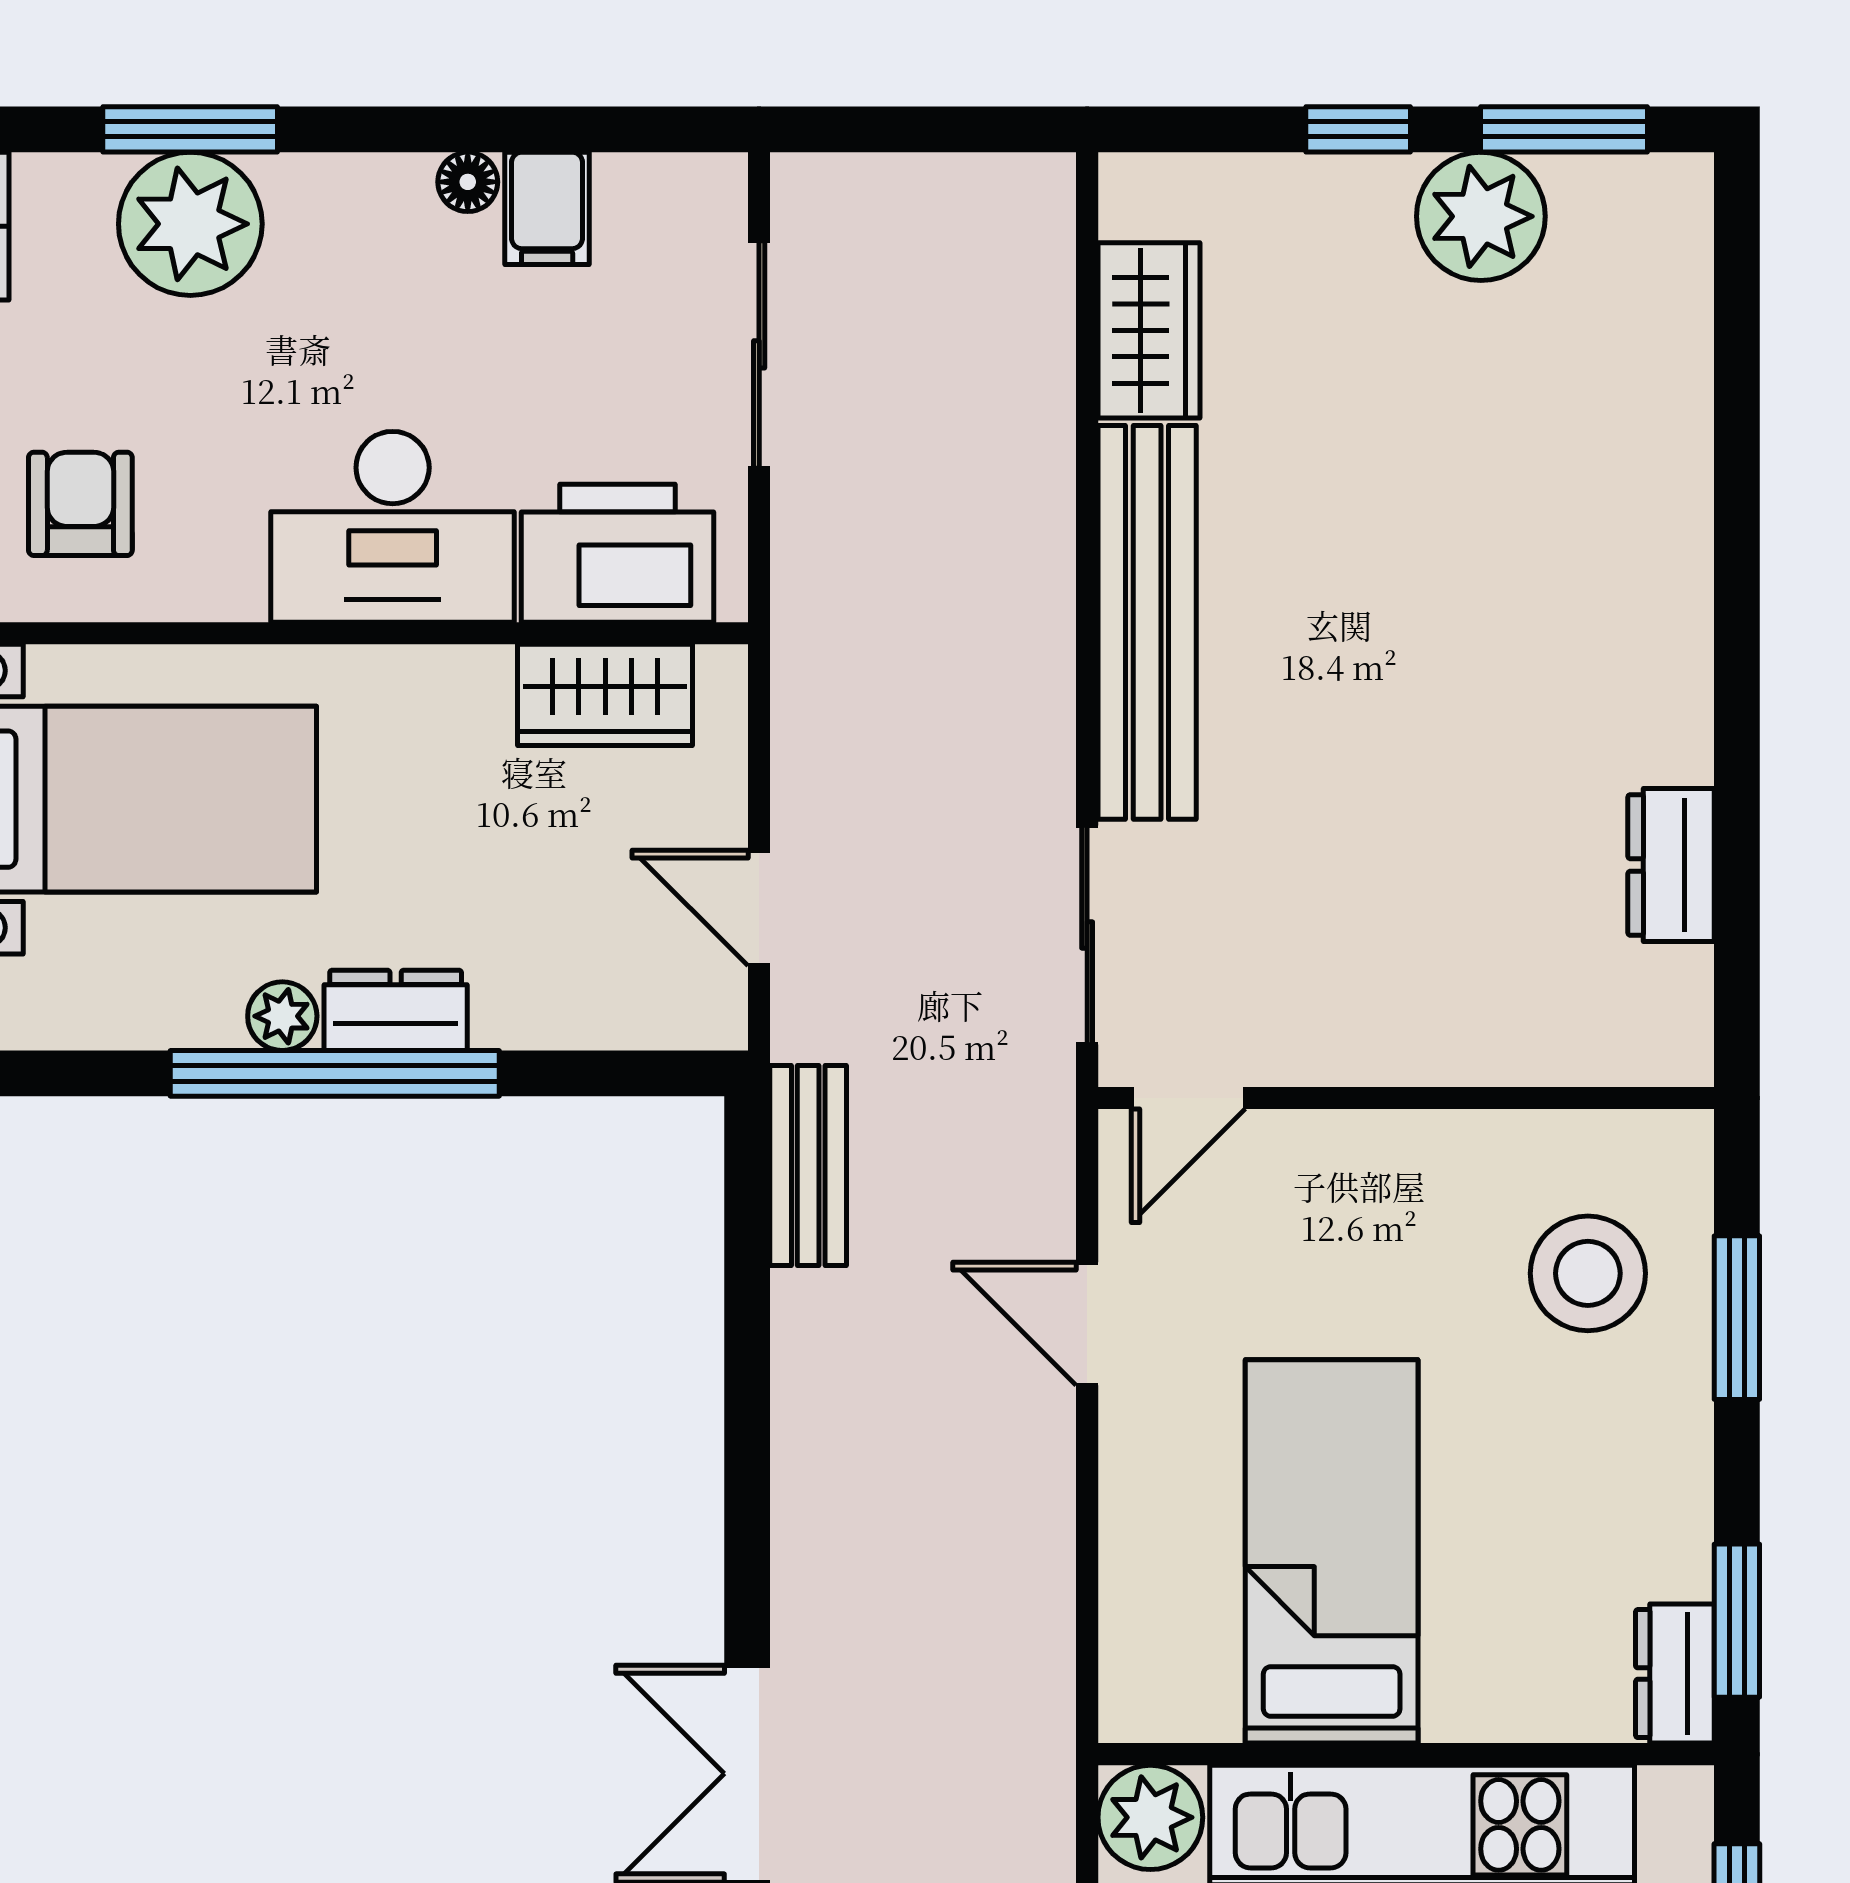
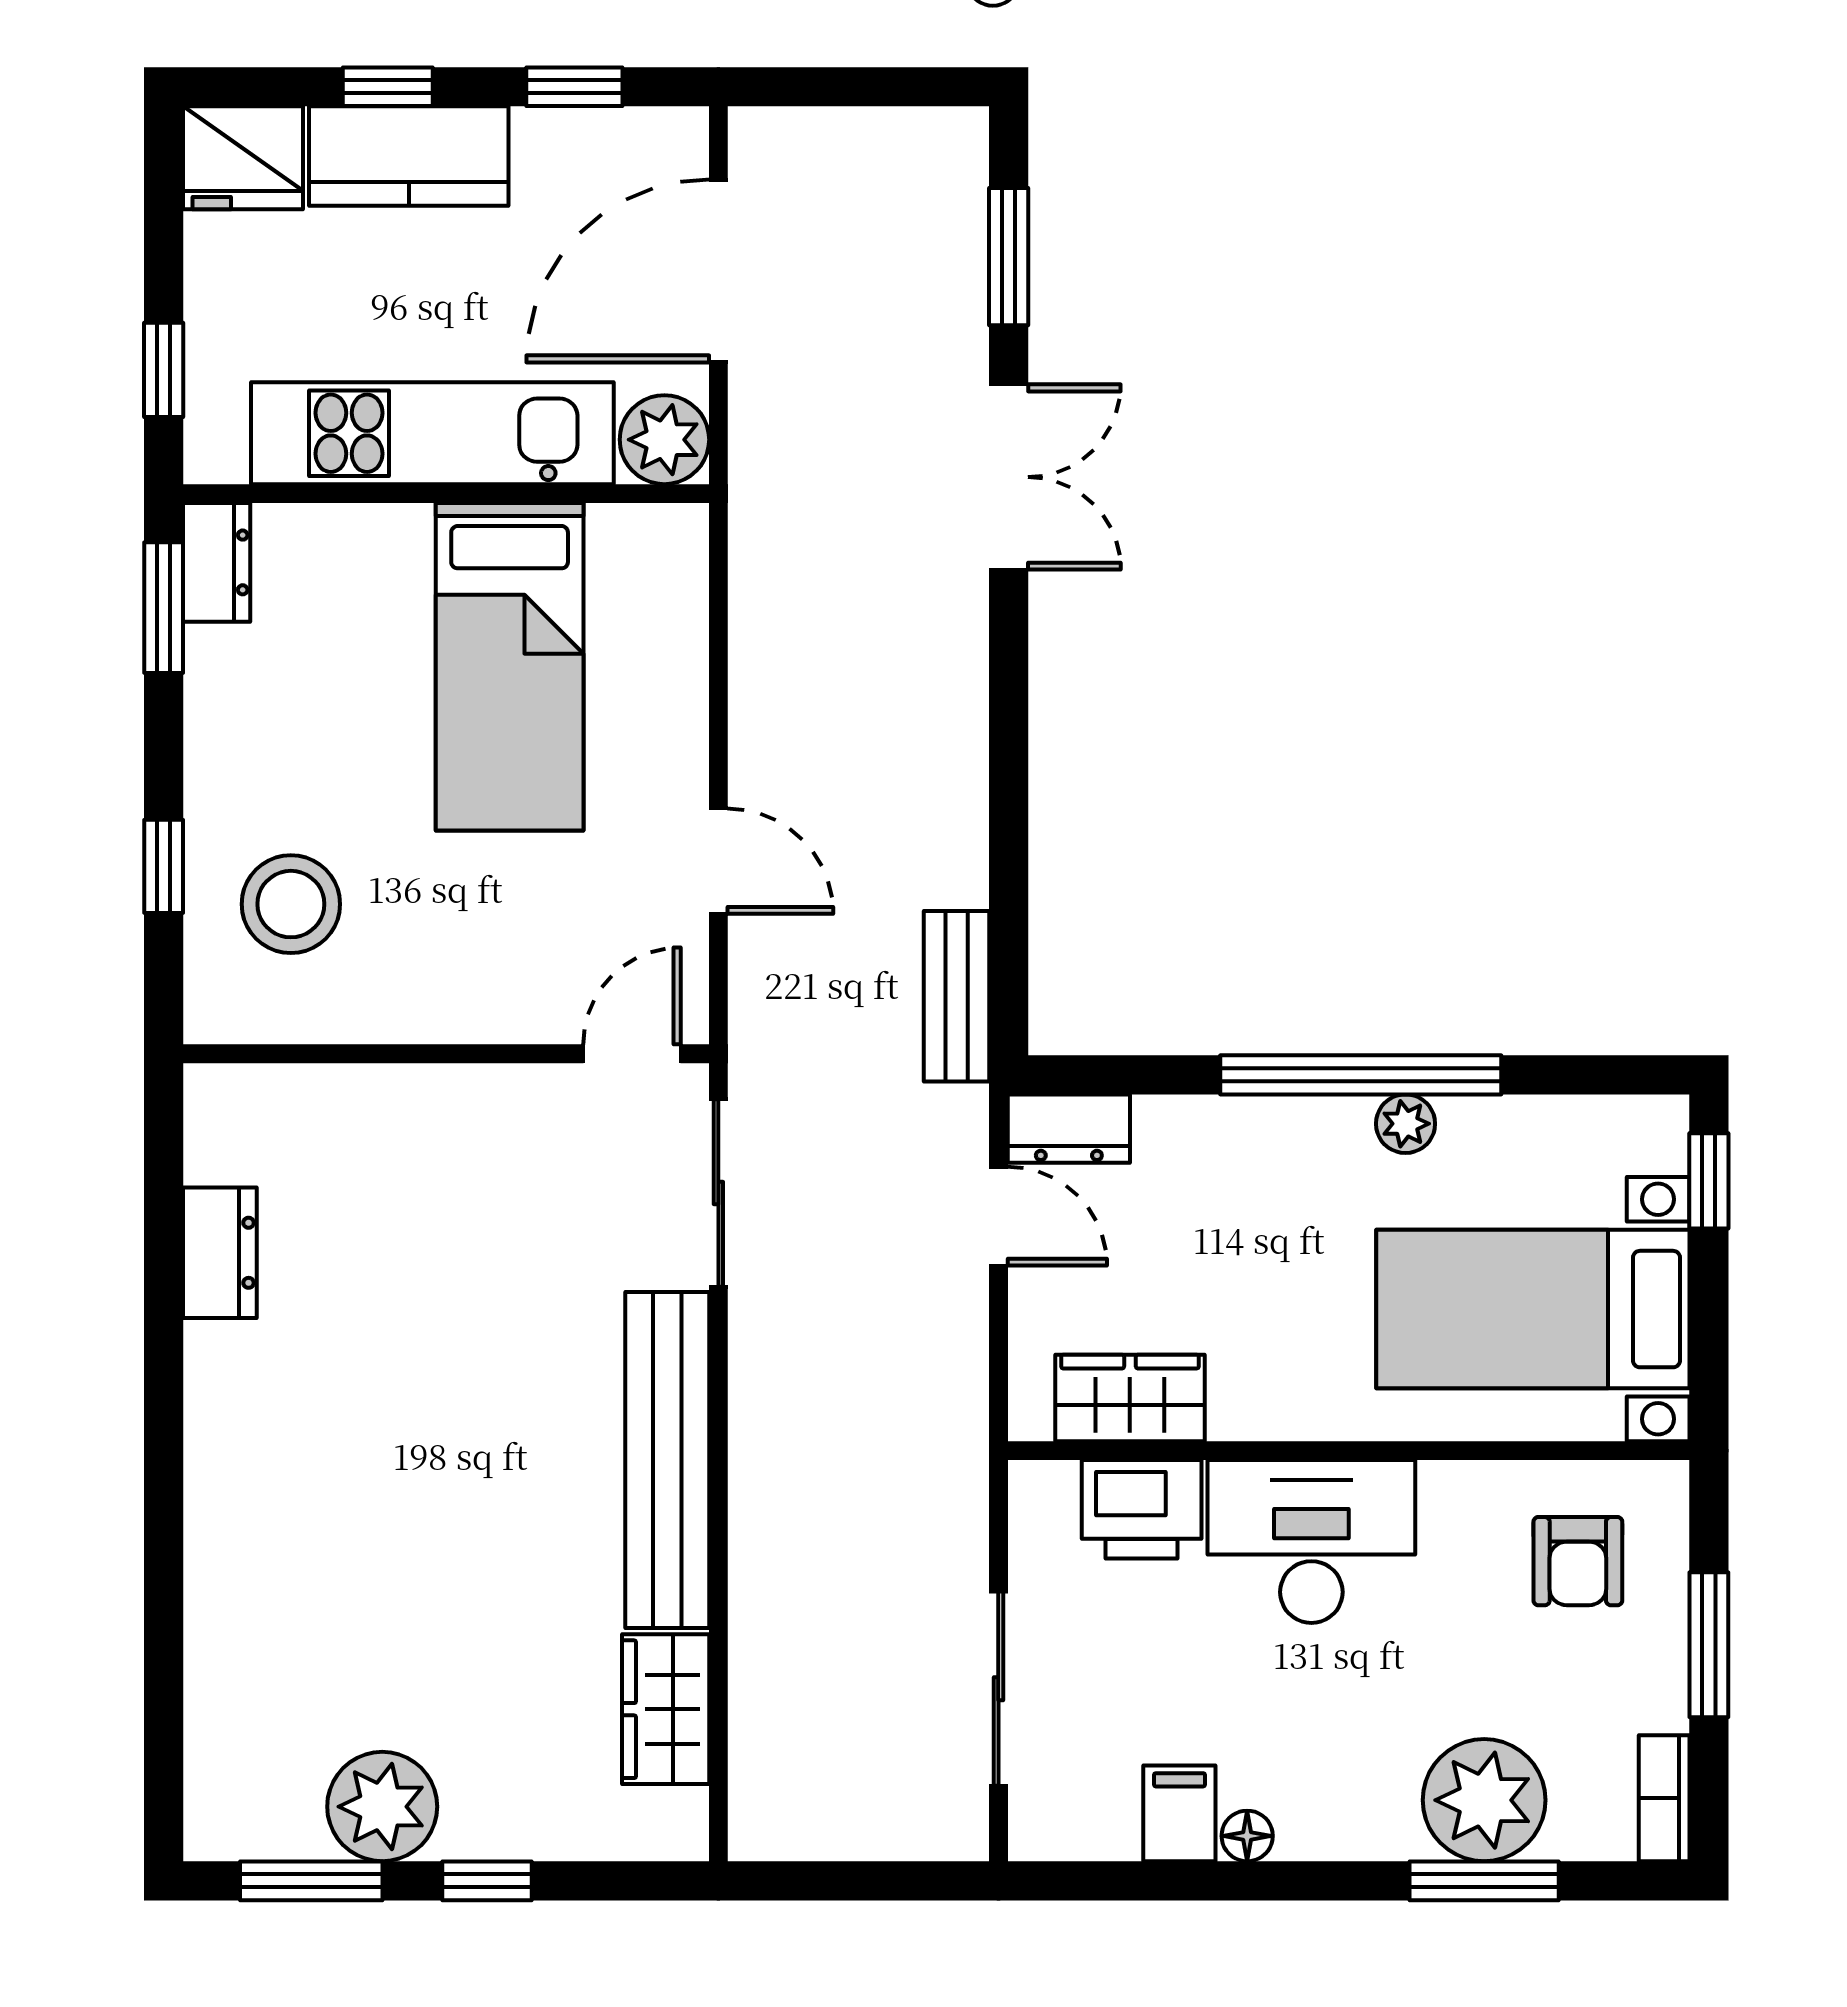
printer: (618, 553) -> (1142, 1509), width x0.73, depth x0.84
dresser: (396, 1010) -> (1069, 1129), moved
window: (1737, 1318) -> (164, 866), width x0.67

